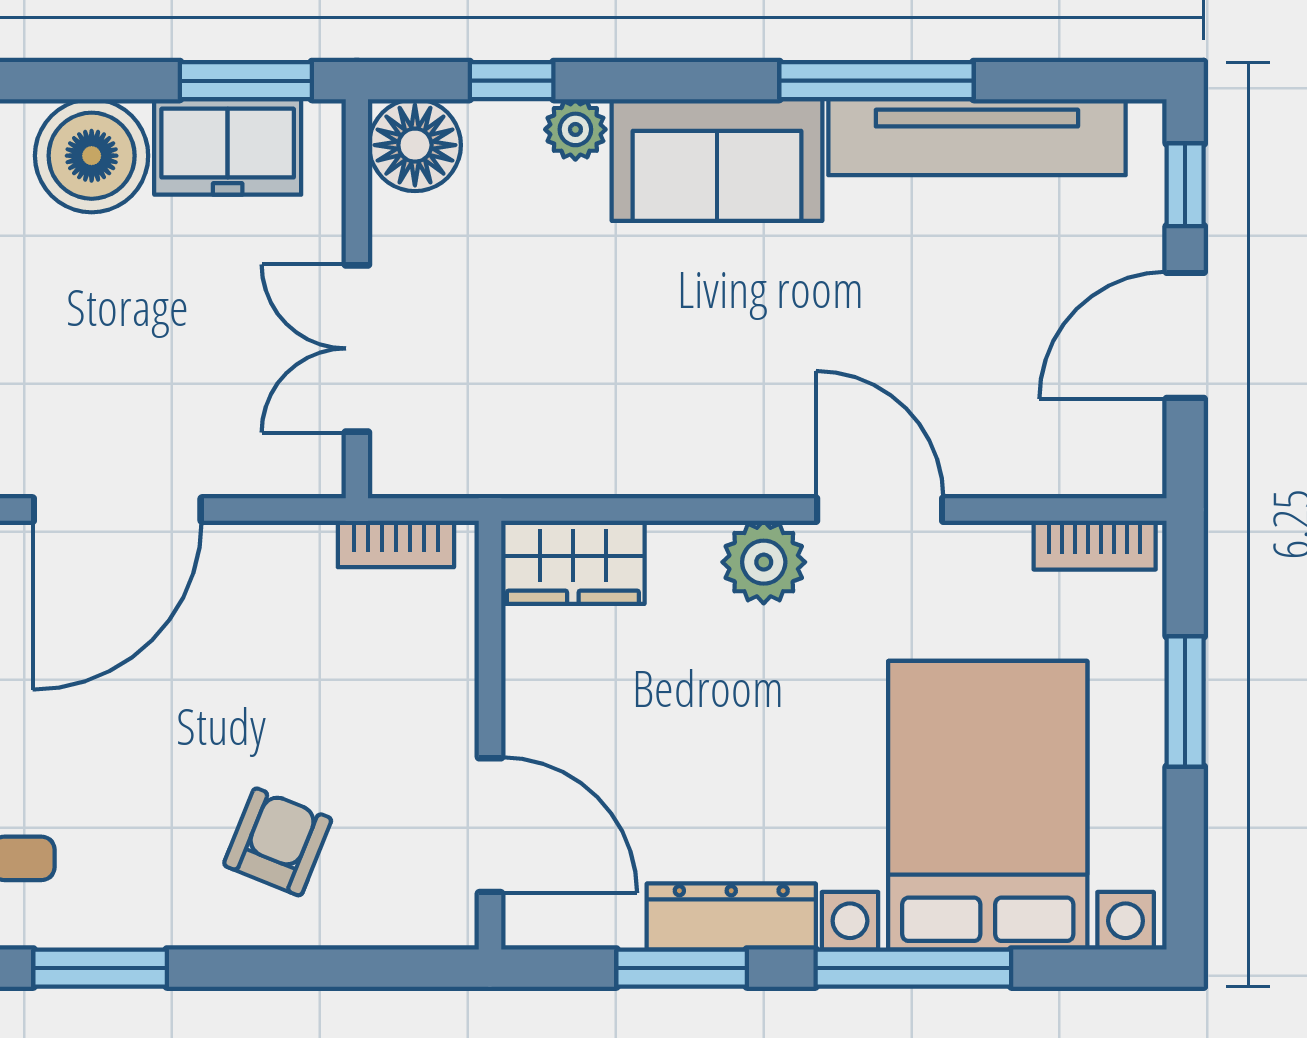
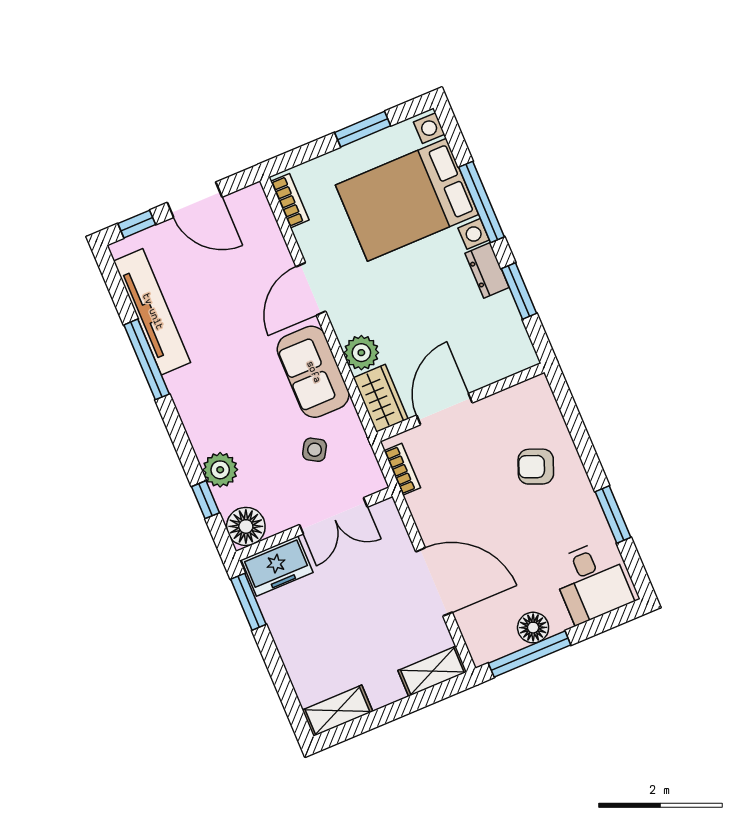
plant: (575, 129) -> (220, 470), width x1.38, depth x1.38
freezer: (228, 147) -> (277, 566), moved, turned 90
boiler: (92, 156) -> (302, 649), removed
sofa: (717, 160) -> (313, 372), moved, turned 180
side table: (521, 368) -> (315, 450), added
plant: (764, 562) -> (361, 353), moved
window: (1185, 702) -> (363, 129), moved
door: (490, 825) -> (444, 409), moved
dresser: (731, 917) -> (487, 270), width x0.70

